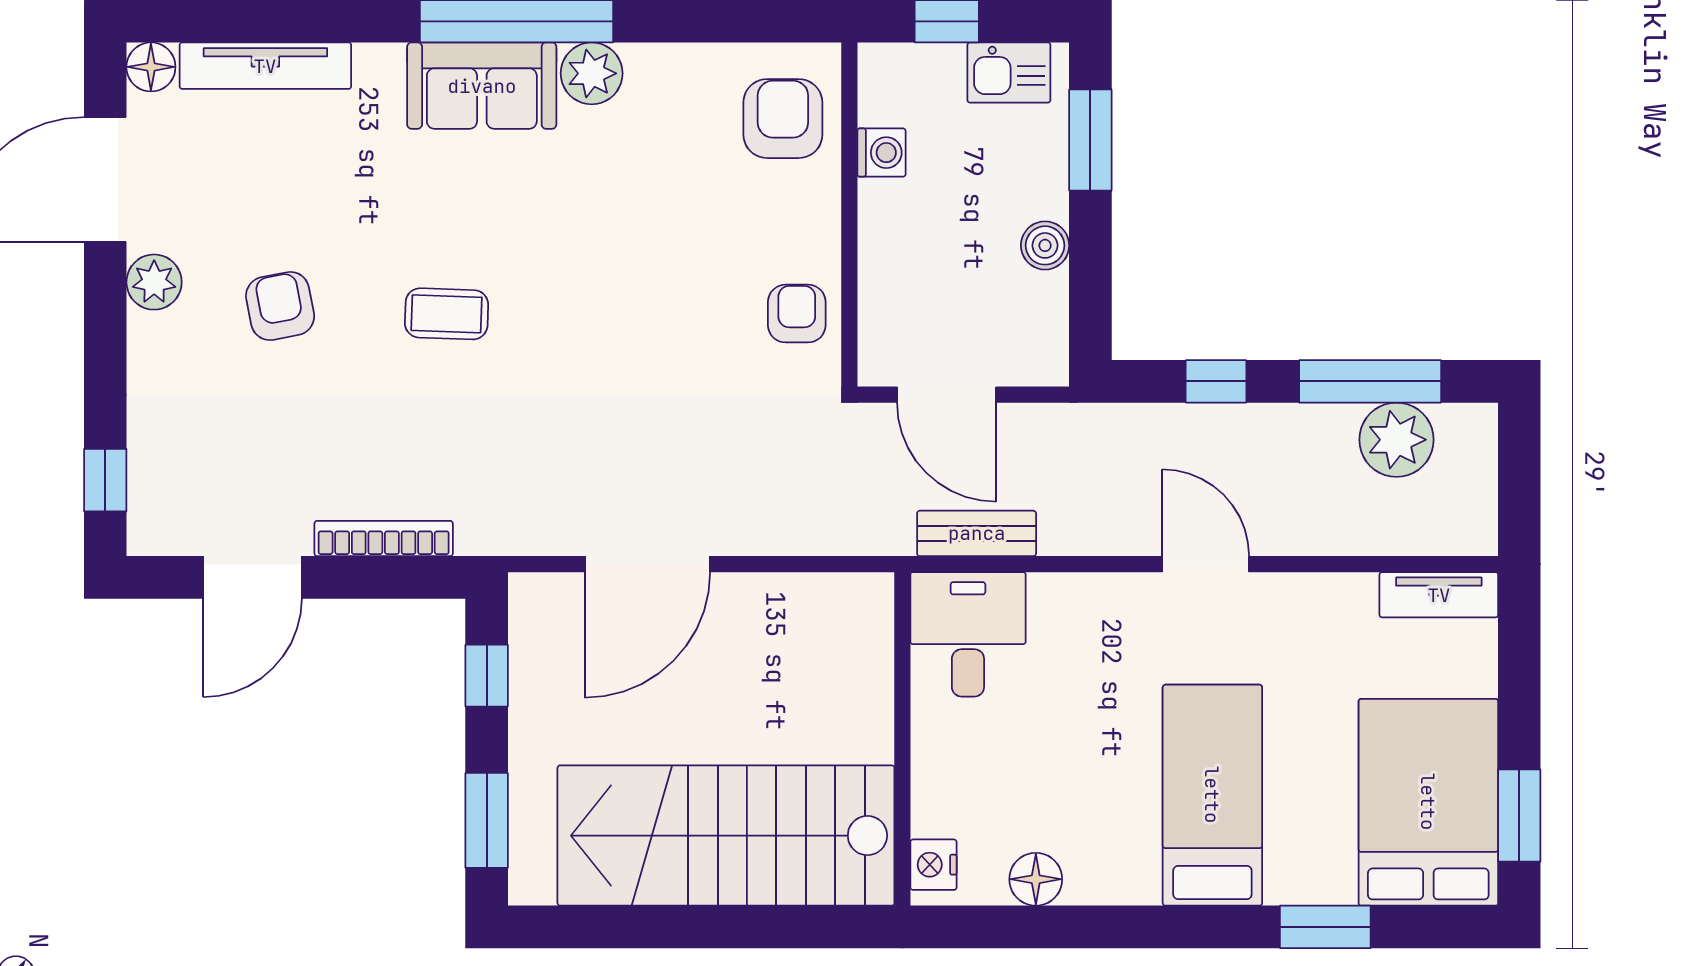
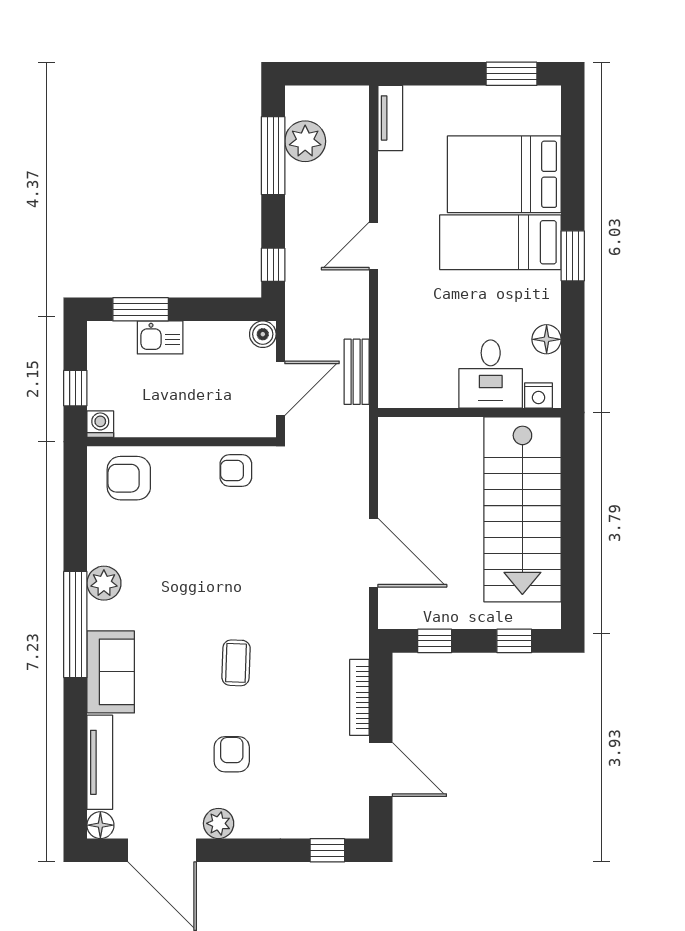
kitchen sink: (1009, 73) -> (160, 337), moved, turned 90
sofa: (482, 86) -> (111, 672), moved
washing machine: (881, 153) -> (100, 424), moved
boiler: (1045, 245) -> (263, 334), moved
armchair: (280, 306) -> (232, 754), turned 101
window: (1216, 381) -> (273, 265), moved
desk: (968, 634) -> (491, 374), moved, turned -90
bed: (1428, 802) -> (504, 174), moved
window: (487, 820) -> (514, 641), width x0.67
window: (1325, 927) -> (573, 256), moved

